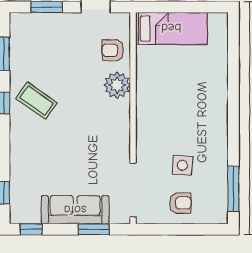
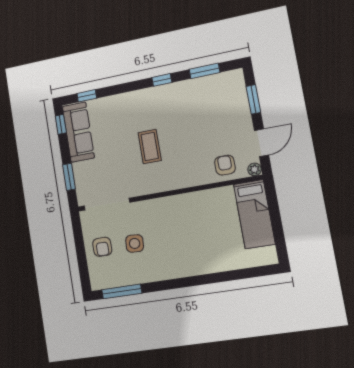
plant: (117, 85) -> (255, 169), moved, width x0.53, depth x0.53
coffee table: (36, 101) -> (150, 146), moved, turned -35
sofa: (75, 210) -> (78, 132), moved

